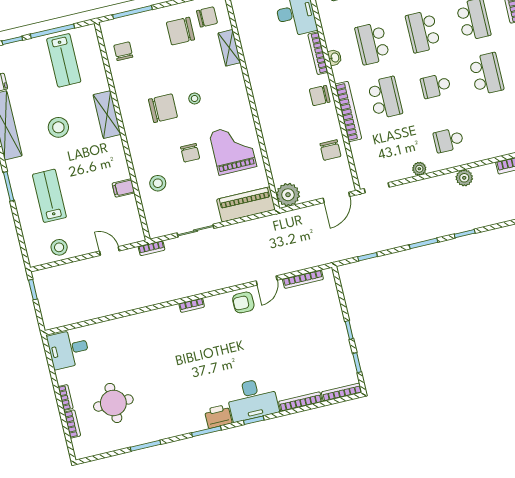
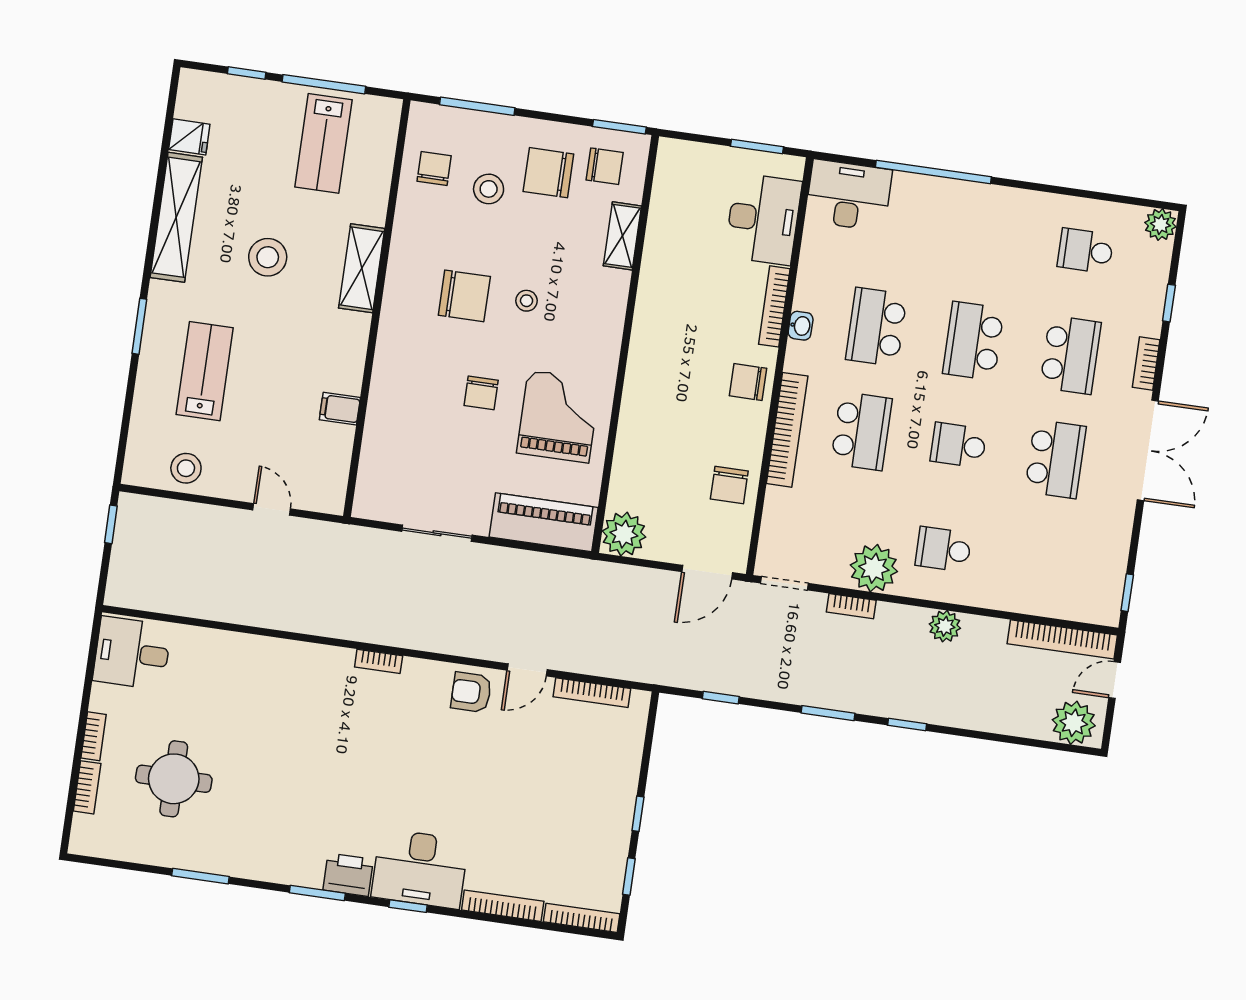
plant: (419, 169) -> (874, 568), width x1.87, depth x1.87
stool: (158, 183) -> (489, 189), moved
bookcase: (152, 248) -> (851, 606), moved

